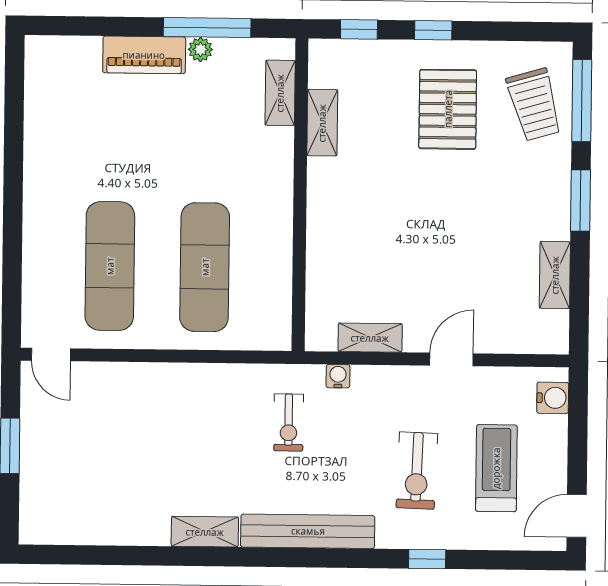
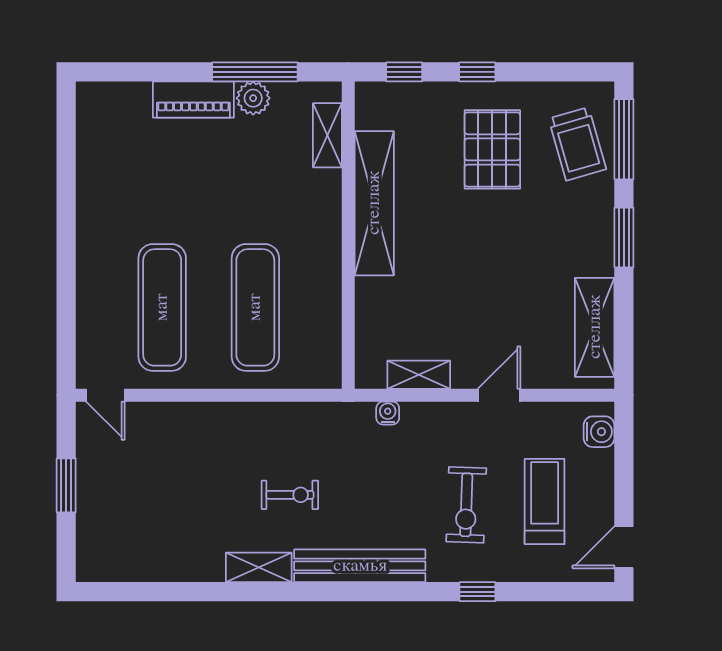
plant: (200, 49) -> (253, 98), width x1.38, depth x1.38
shelving: (322, 123) -> (374, 203), width x2.20, depth x1.33
shelving: (555, 275) -> (595, 327), width x1.50, depth x1.33
exercise bike: (289, 422) -> (290, 495), moved, turned -90

